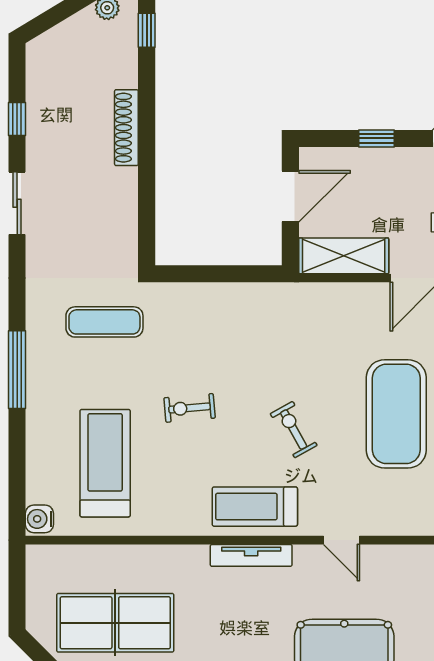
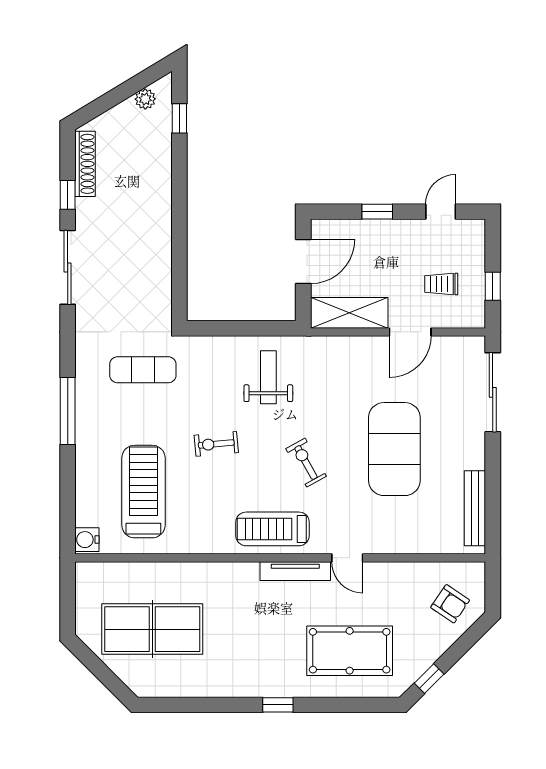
shoe rack: (126, 128) -> (85, 164), moved, turned 180
sliding door: (17, 203) -> (68, 267), width x1.37
weight bench: (250, 331) -> (268, 377), added
tv unit: (251, 555) -> (295, 571), moved

